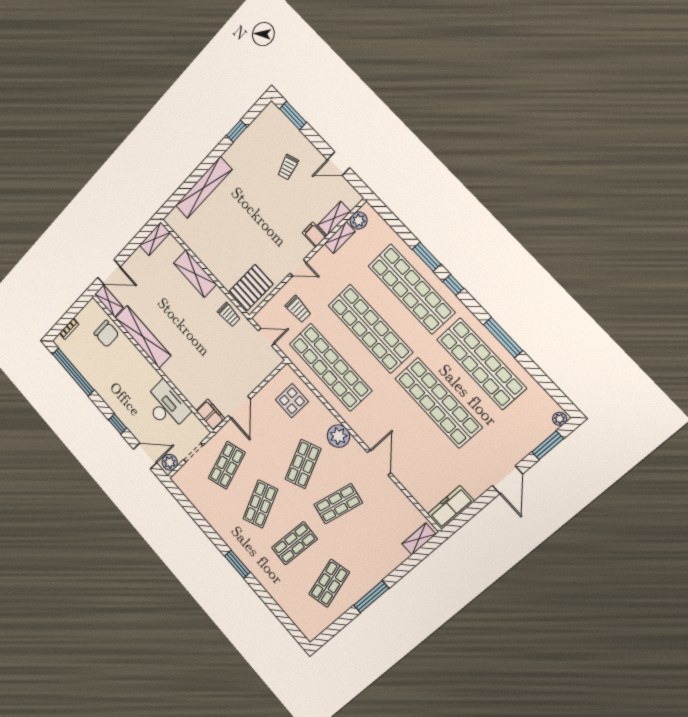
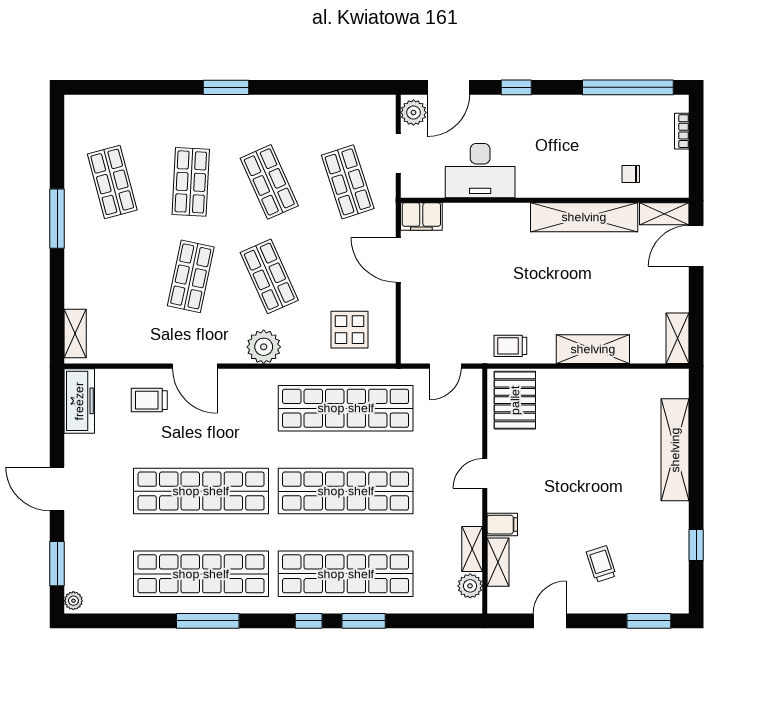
trolley: (298, 309) -> (149, 400), moved
chair: (106, 334) -> (631, 174), width x0.54, depth x0.54

